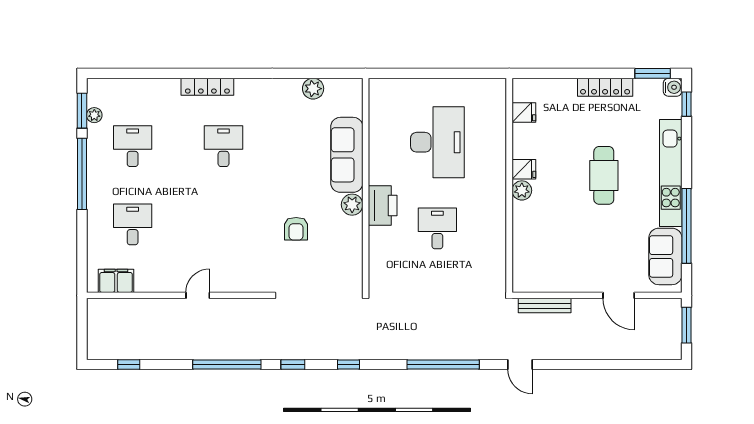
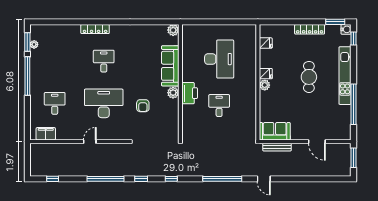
plant: (313, 89) -> (173, 30), moved
desk: (133, 146) -> (104, 103), moved, width x1.87, depth x1.30
sofa: (665, 256) -> (275, 131), moved, turned 90

